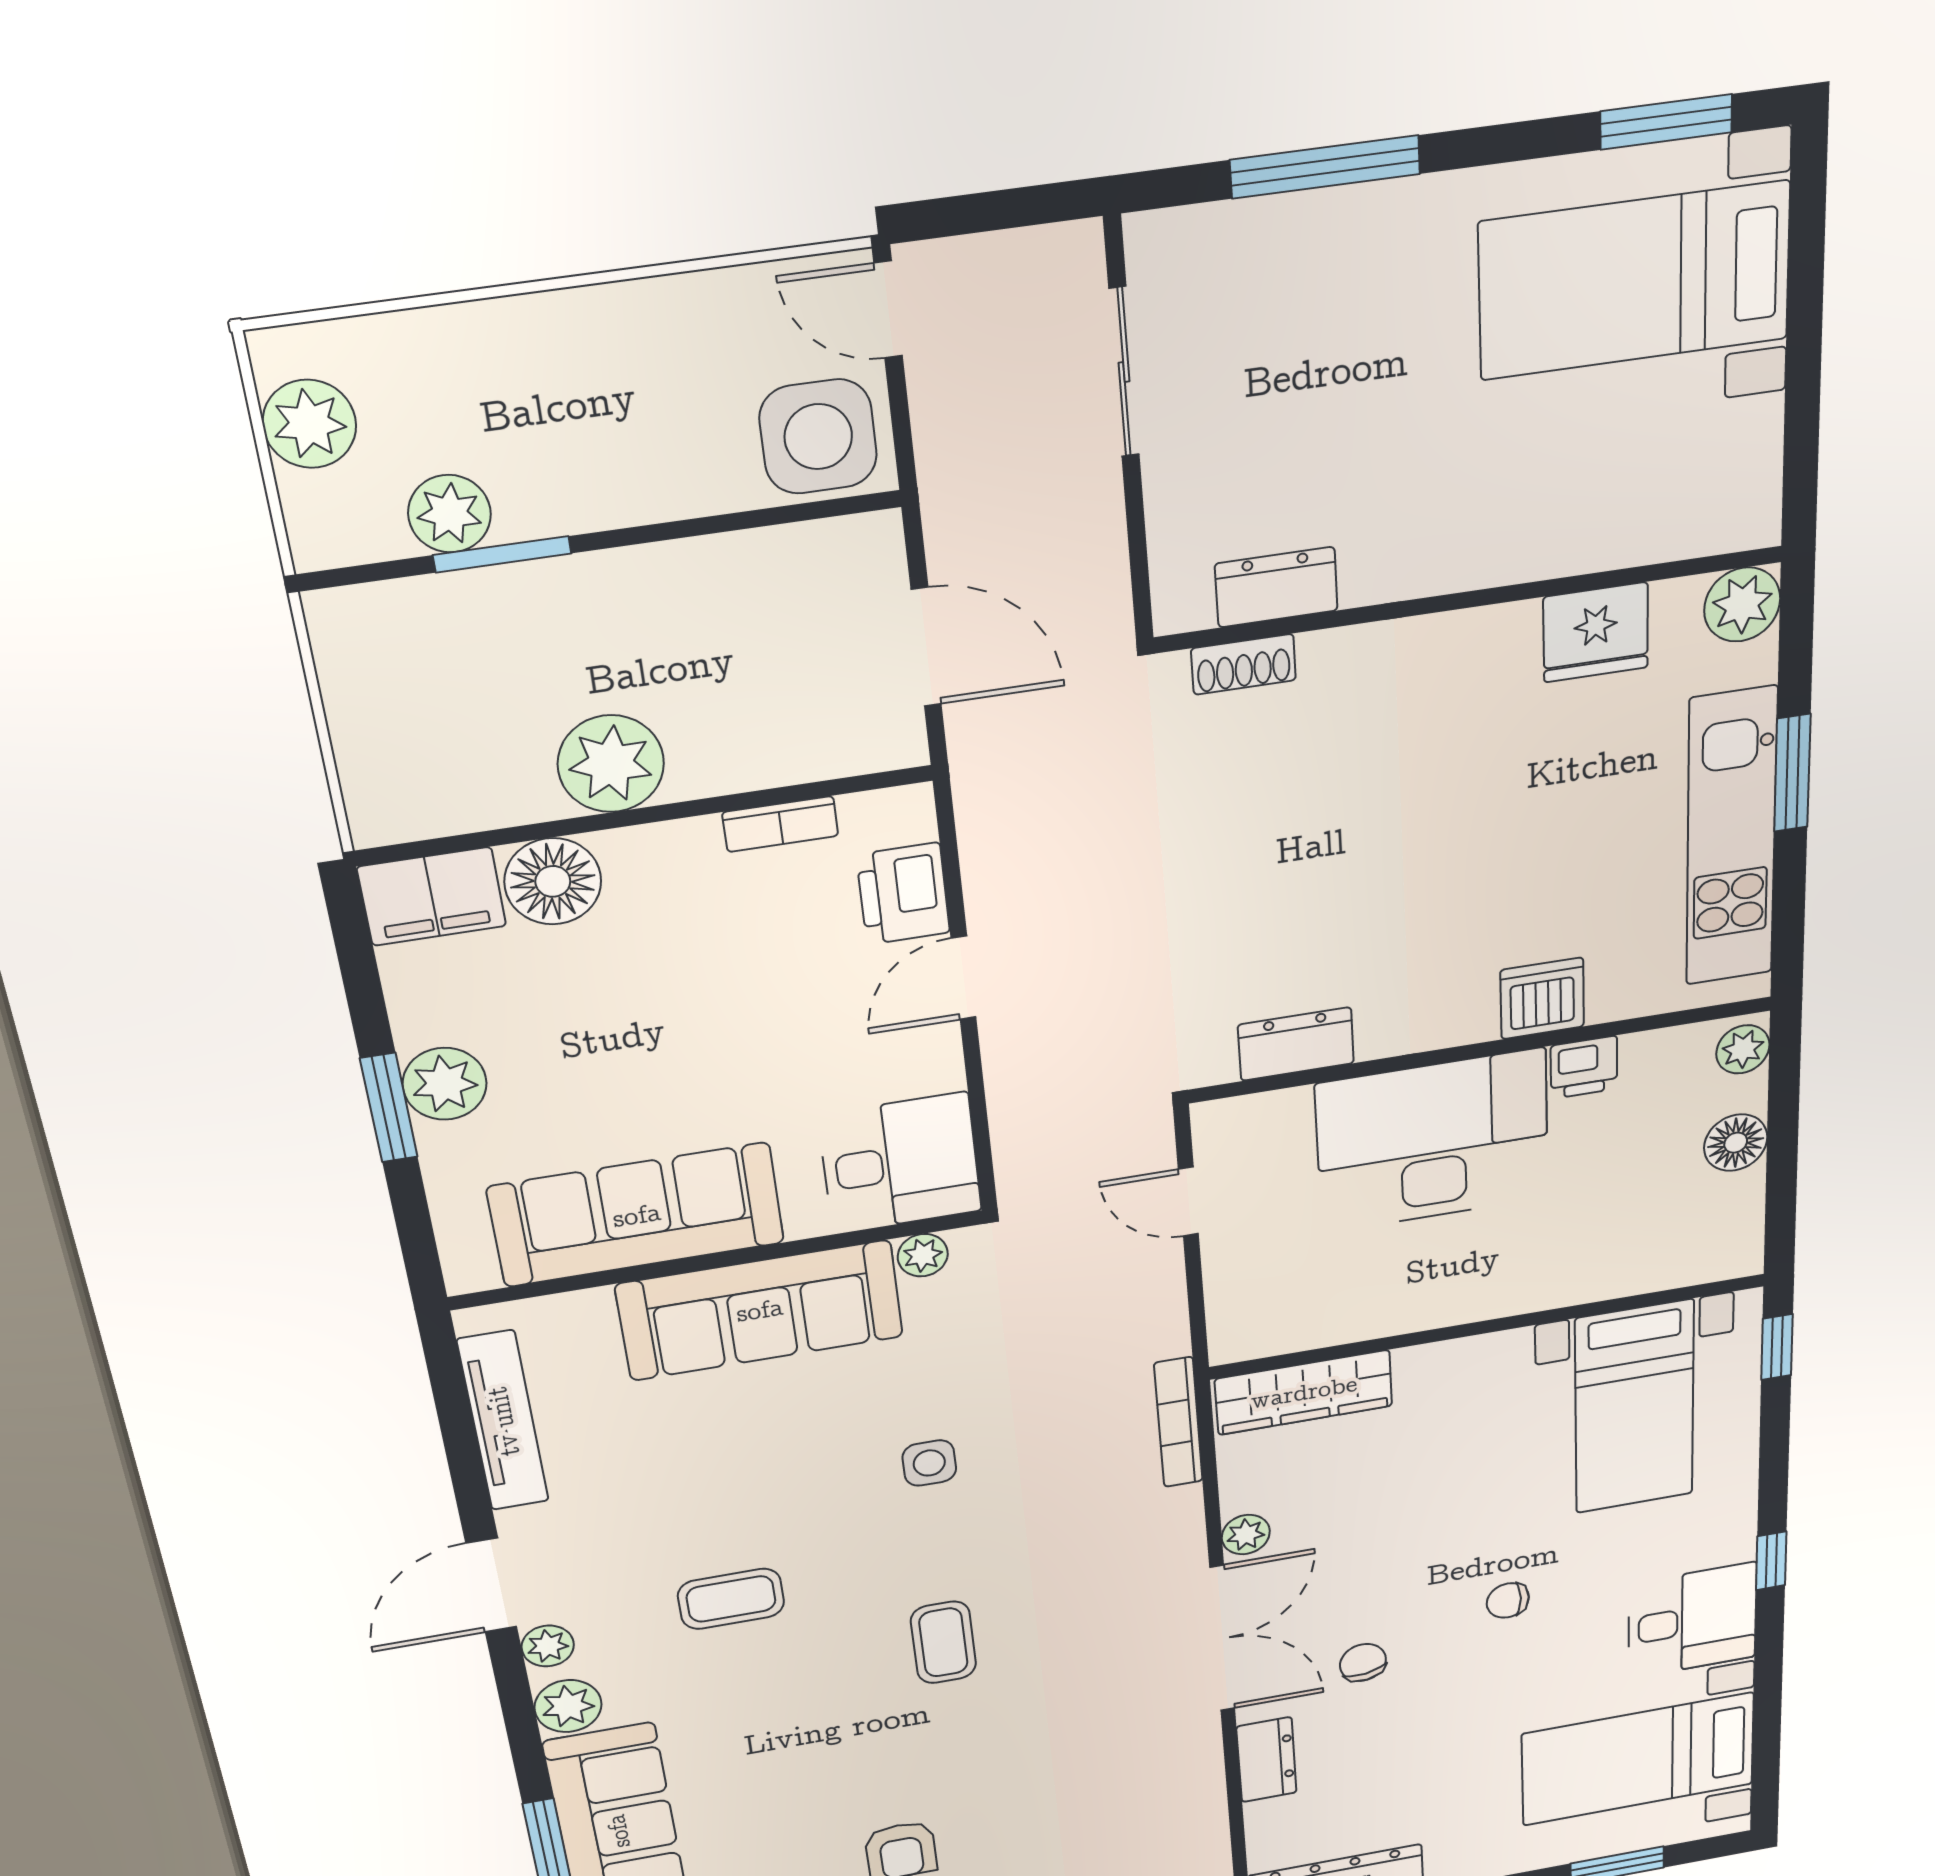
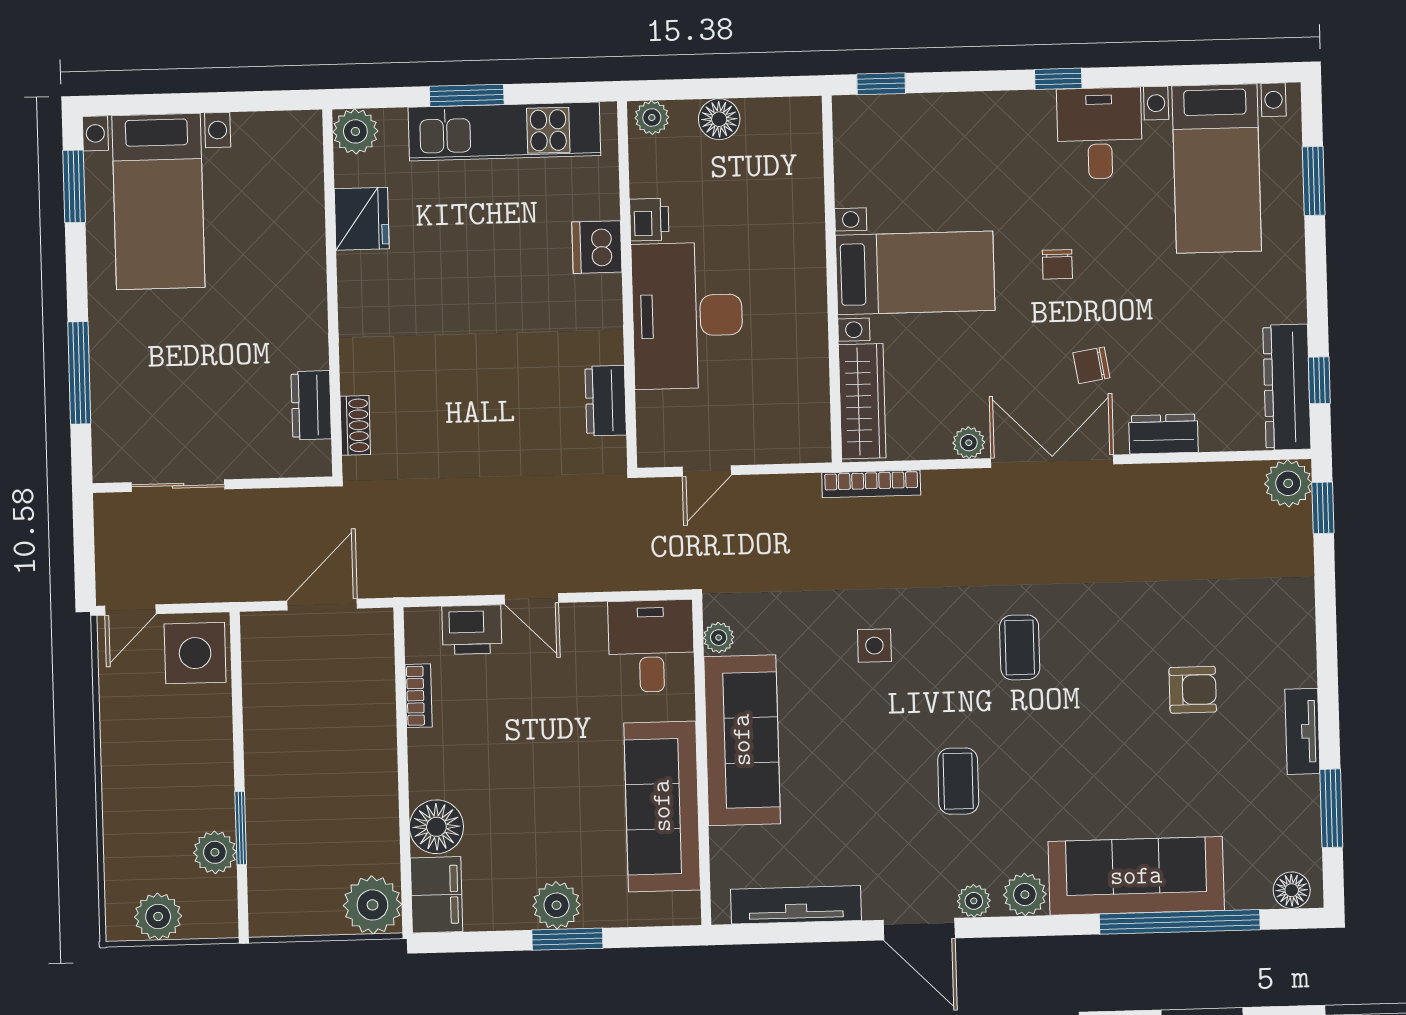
plant: (611, 764) -> (372, 905), moved
bed with nightstands: (1634, 1407) -> (915, 273), moved
coffee table: (943, 1642) -> (1020, 647), turned 90

